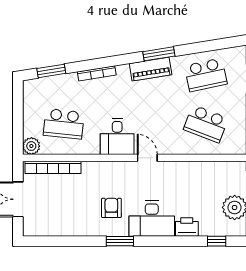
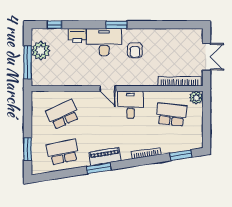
school desk: (206, 124) -> (63, 115), turned -45
window: (120, 241) -> (116, 25), moved

